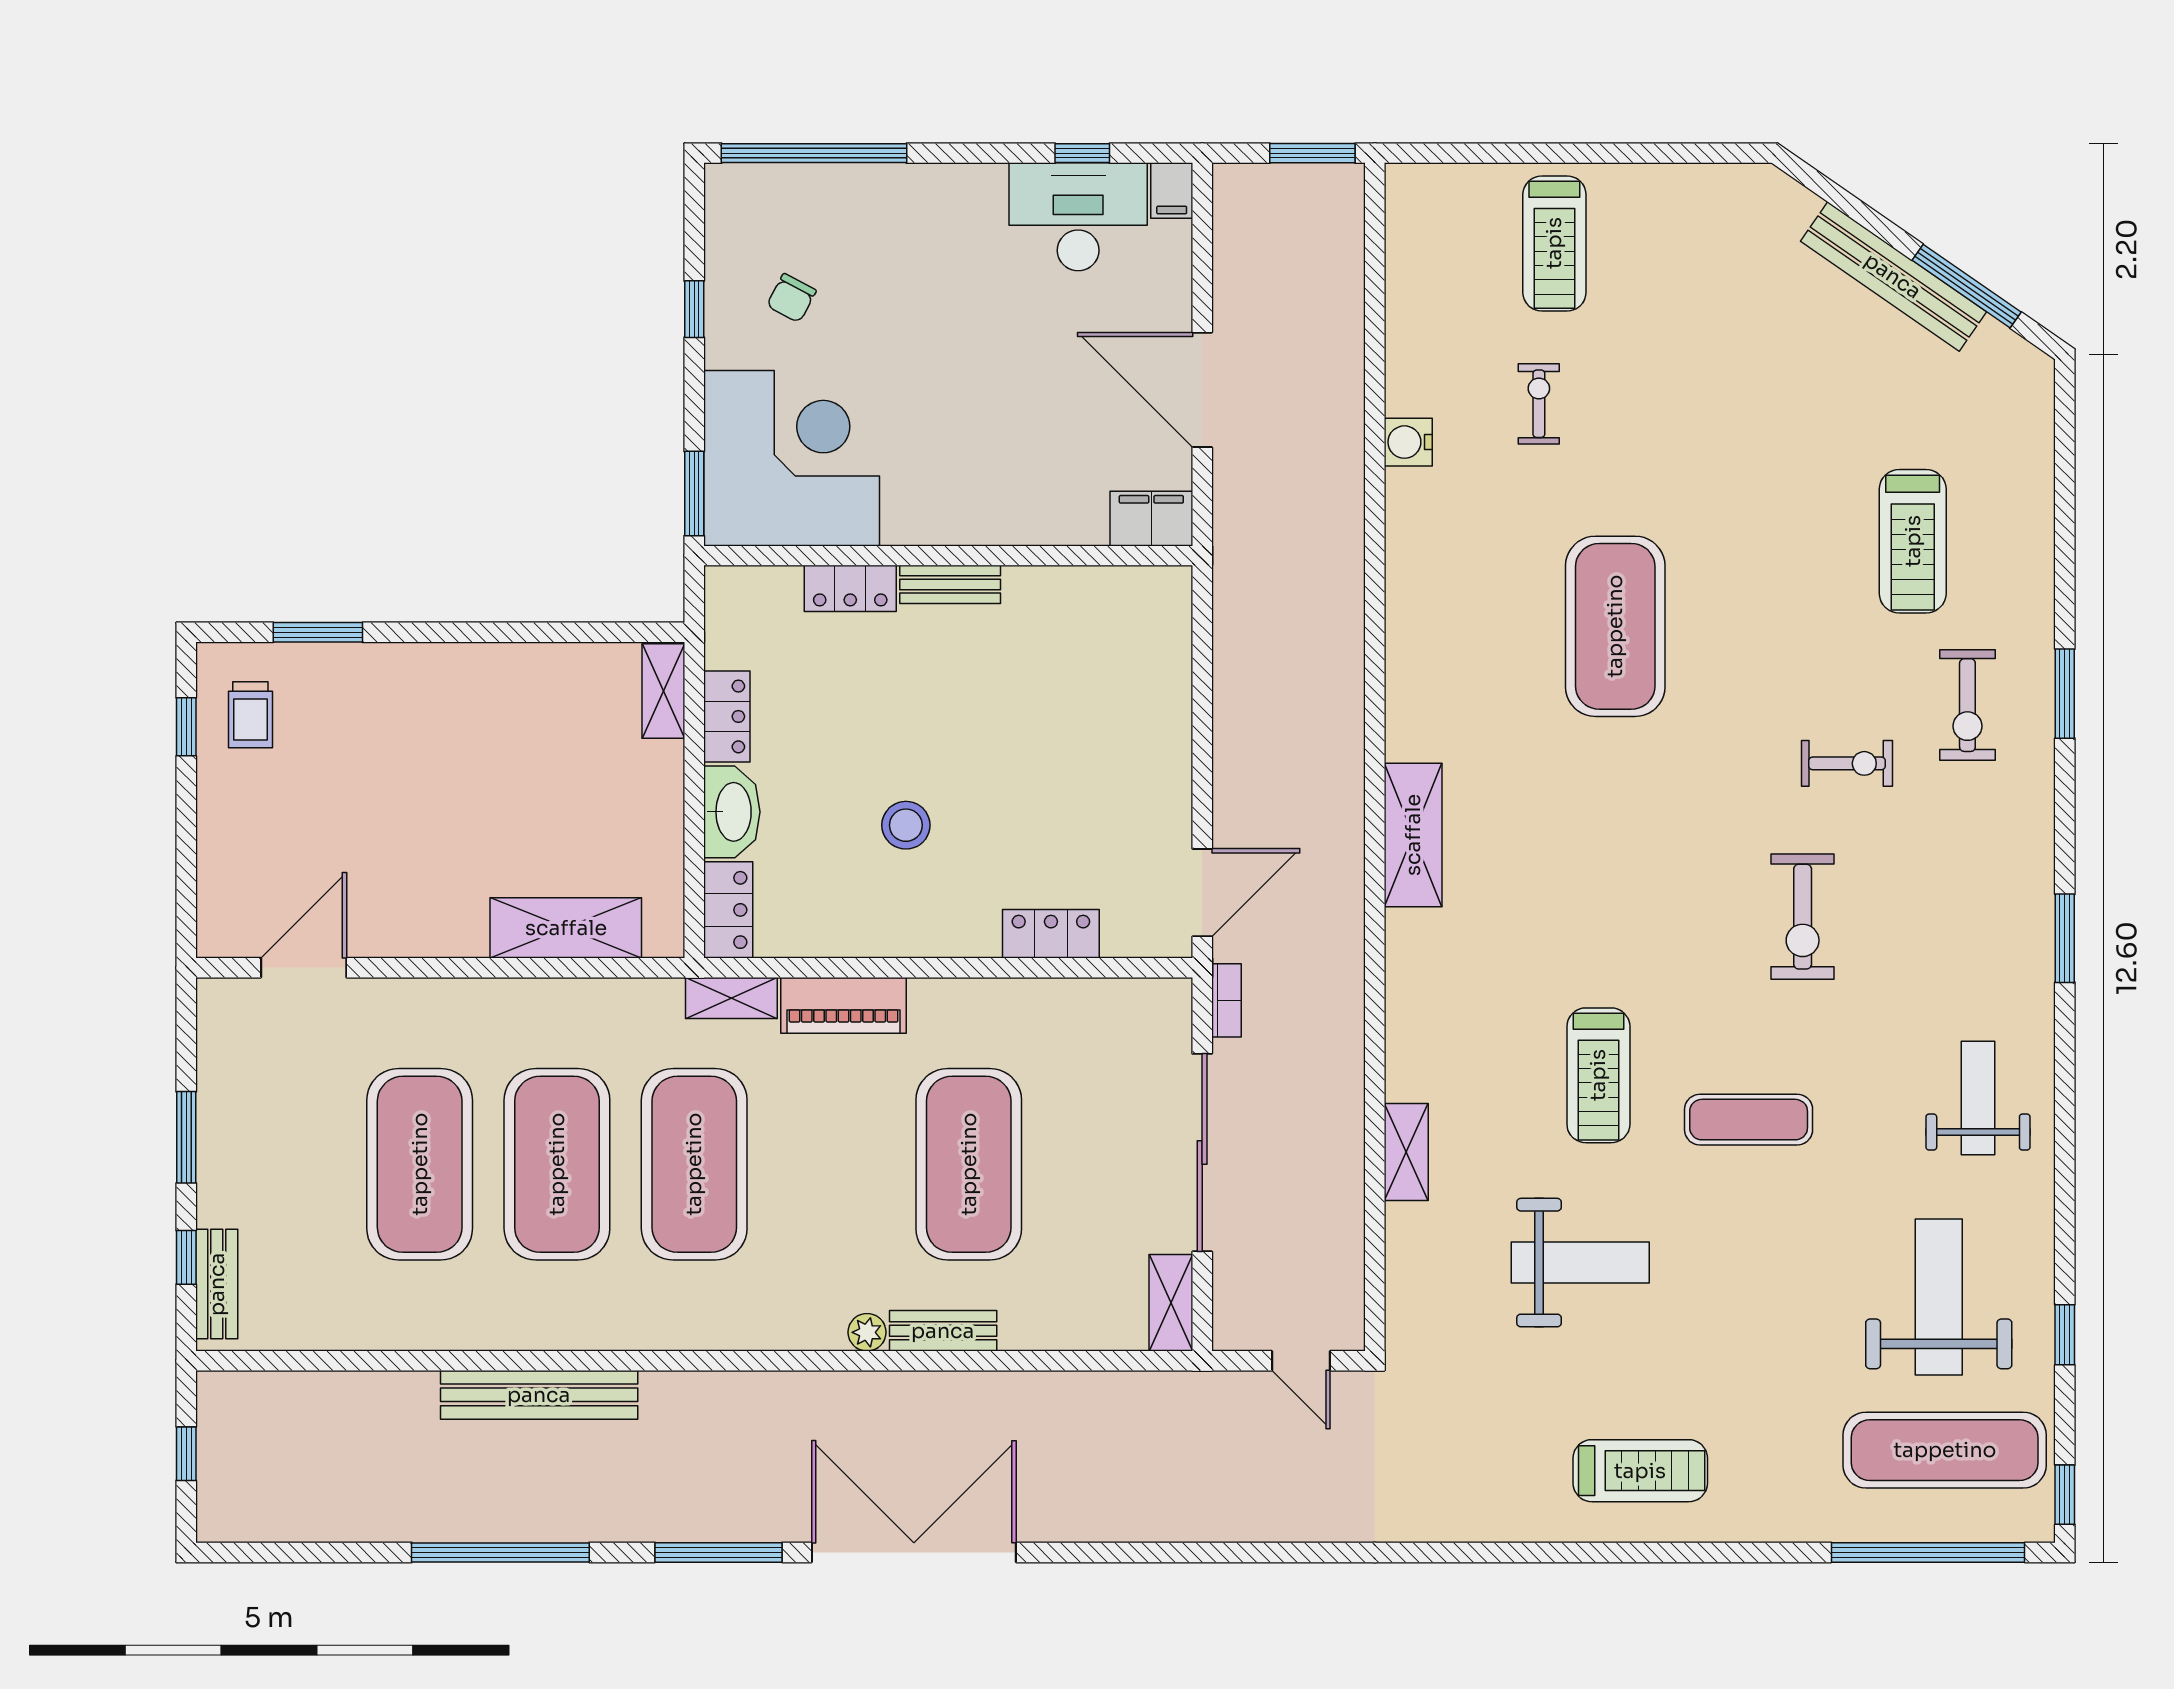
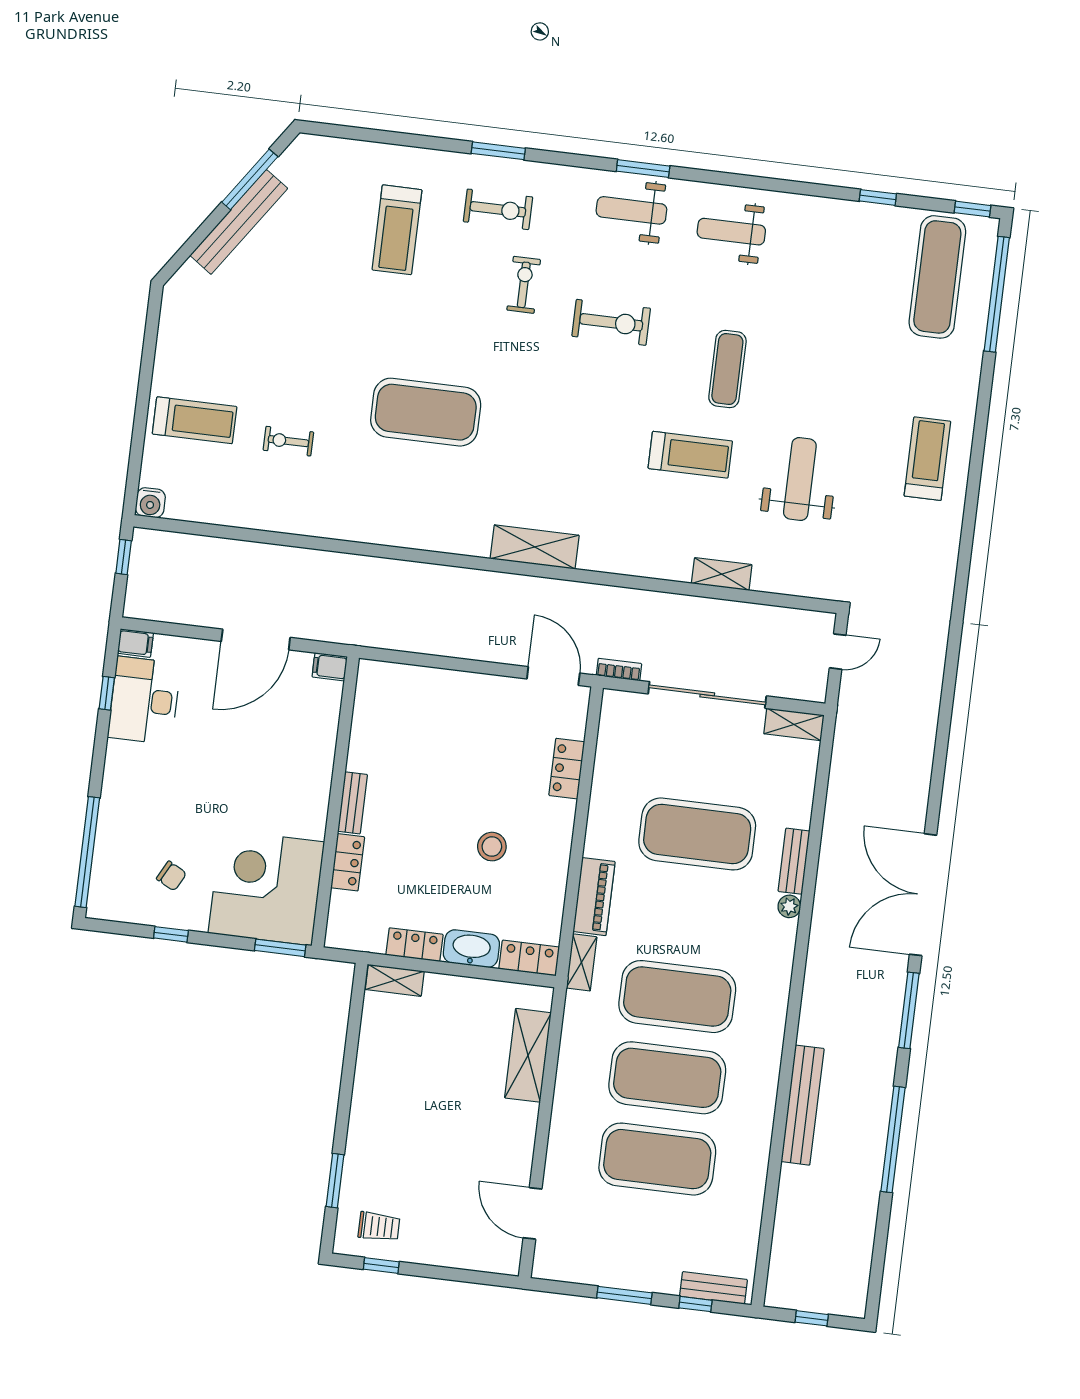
window: (1312, 153) -> (124, 557), width x0.67
water cooler: (1408, 442) -> (150, 503), moved
filing cabinet: (1151, 519) -> (330, 667), width x0.50
treadmill: (1913, 541) -> (397, 230), turned 90
weight bench: (1939, 1297) -> (631, 210), moved, width x0.73, depth x0.75

